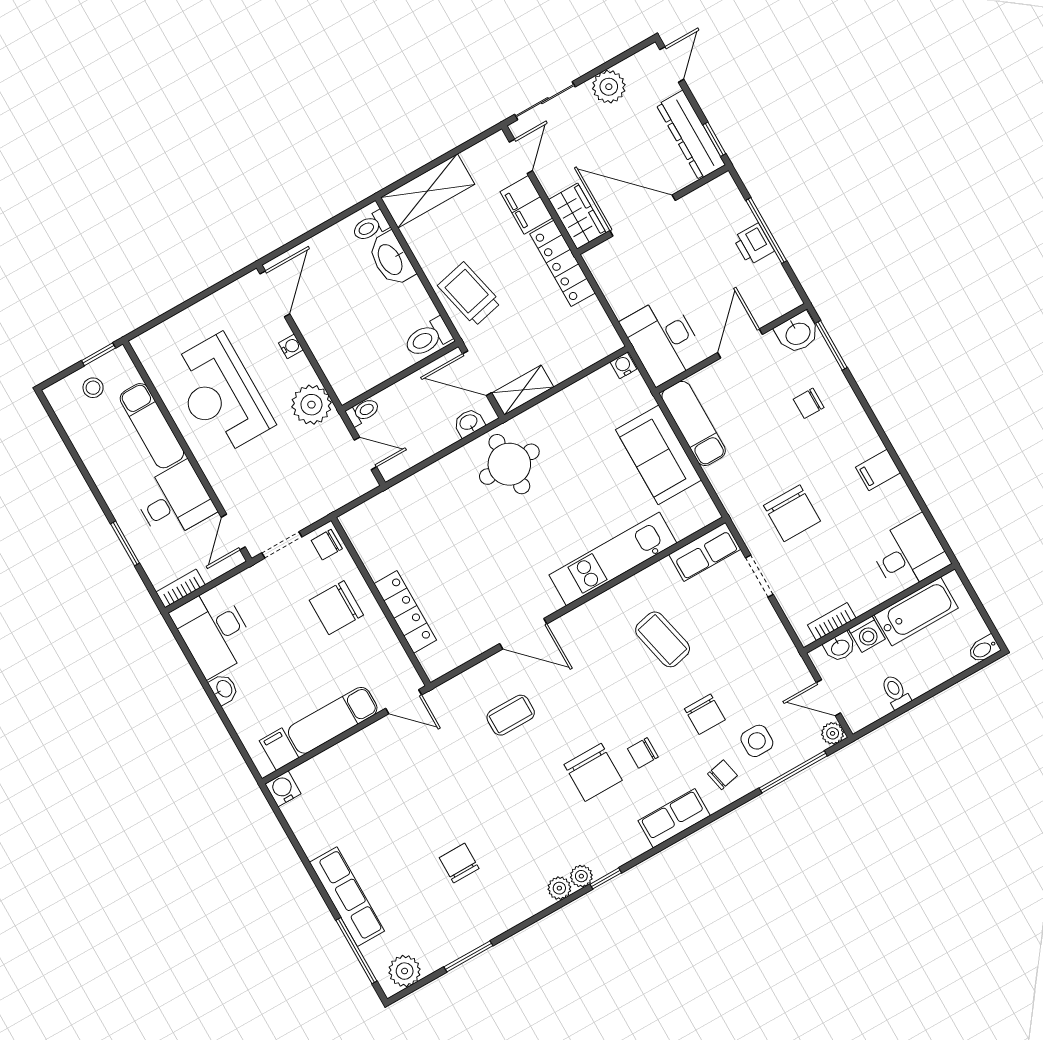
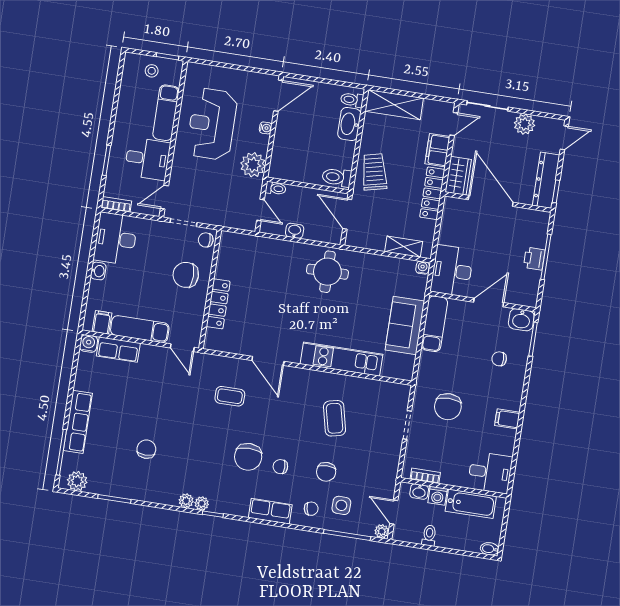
shelving: (523, 390) -> (404, 247), moved
washbasin: (469, 423) -> (295, 231), moved
row of seats: (705, 552) -> (118, 350), moved

